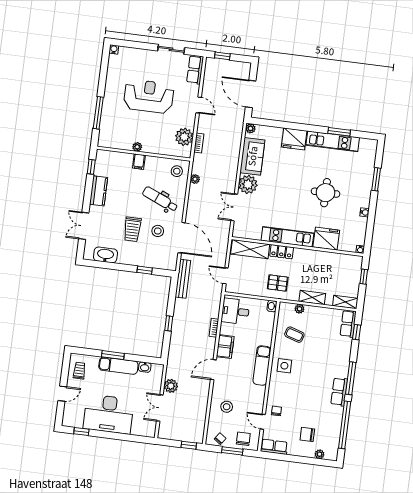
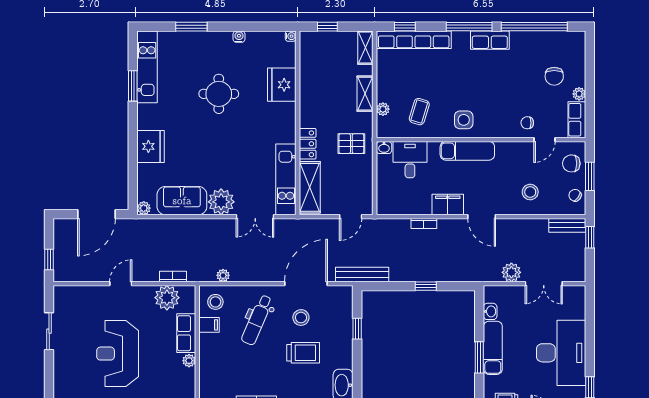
row of seats: (195, 70) -> (186, 333), moved, turned 90
kitchen unit: (333, 141) -> (147, 67), moved
filing cabinet: (139, 162) -> (209, 325), moved
kitchen unit: (287, 237) -> (286, 179), moved
pallet: (278, 283) -> (351, 144), turned 90
desk: (235, 311) -> (410, 160), moved, turned 180
row of seats: (348, 324) -> (414, 40), width x2.02
bench: (199, 430) -> (567, 225), added
plant: (320, 454) -> (579, 94), moved

